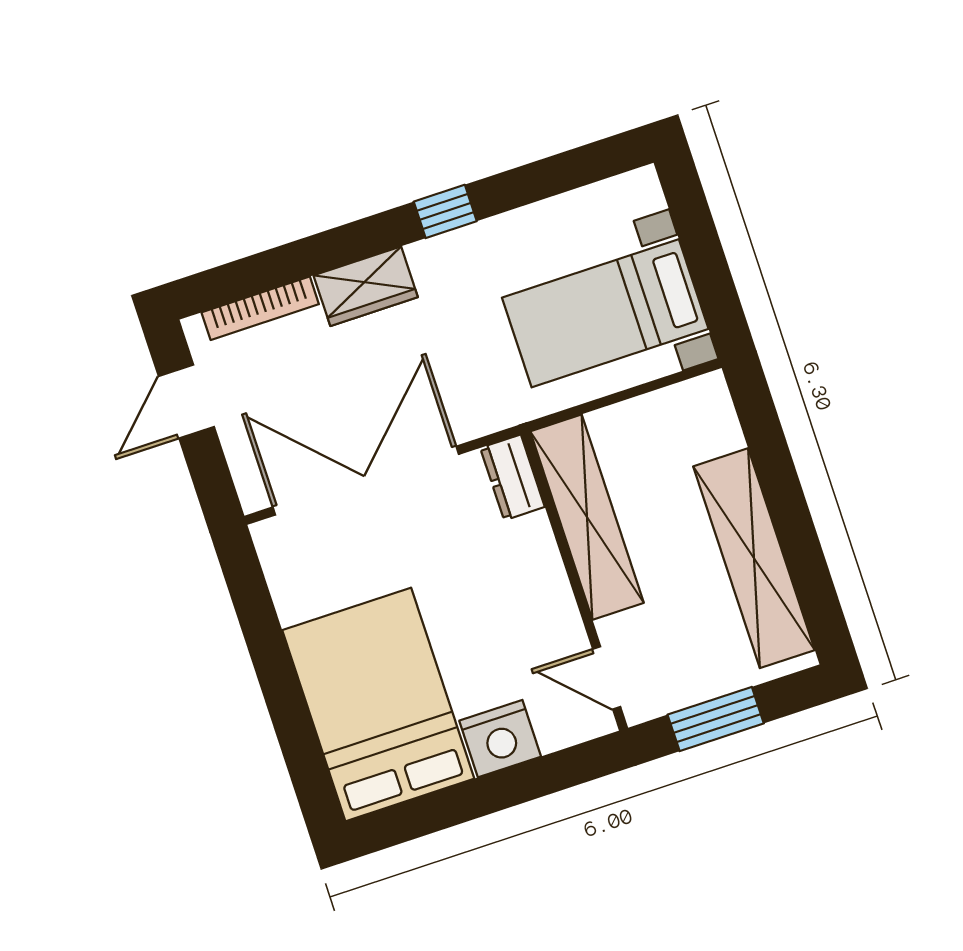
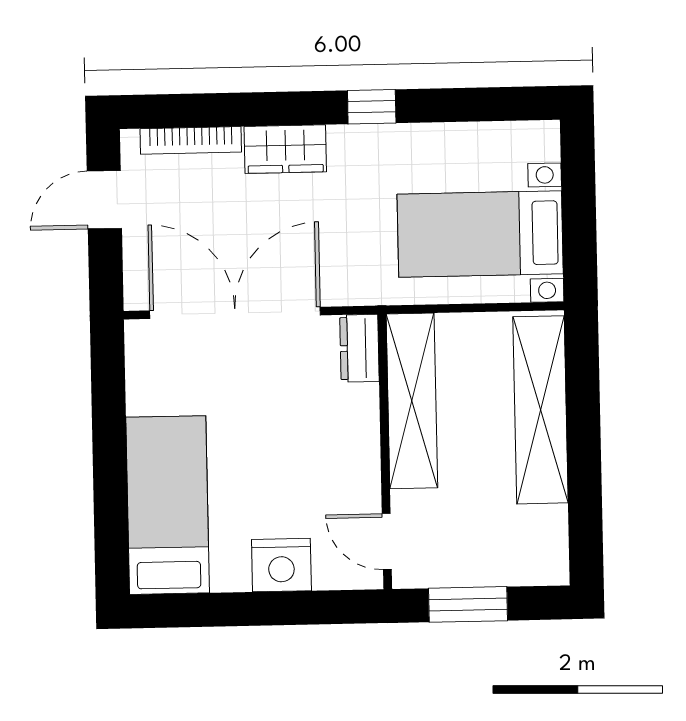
shelving: (754, 558) -> (540, 410), moved
bed: (378, 704) -> (168, 505), width x0.67

